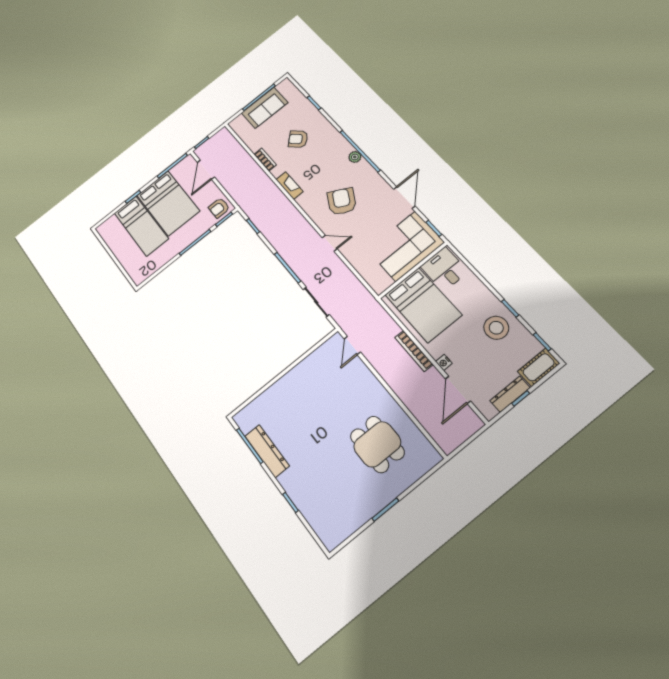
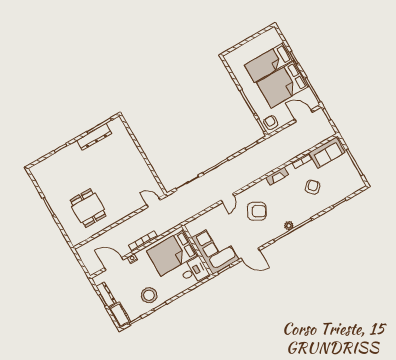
sofa: (265, 108) -> (327, 153), moved, turned -90
dining table: (377, 444) -> (88, 208), turned 90

